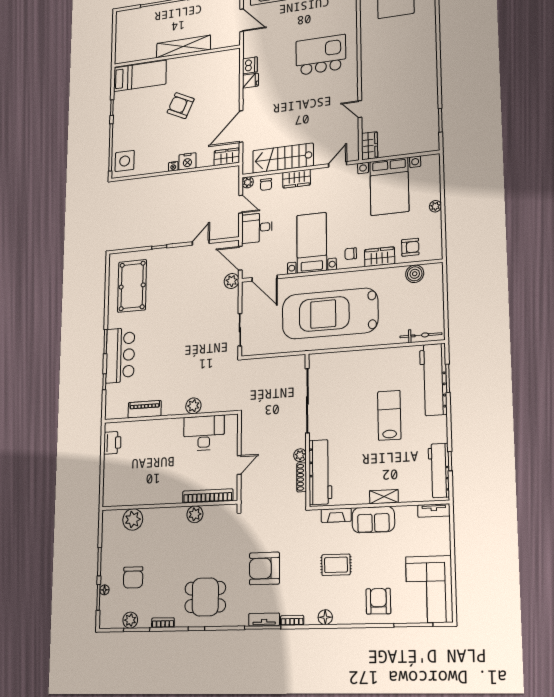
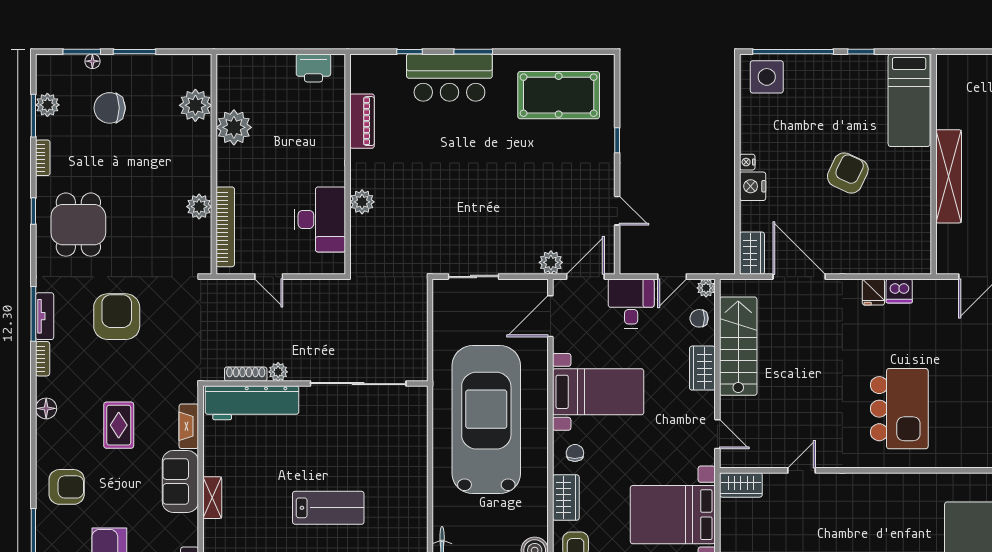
plant: (147, 493) -> (234, 127), added

